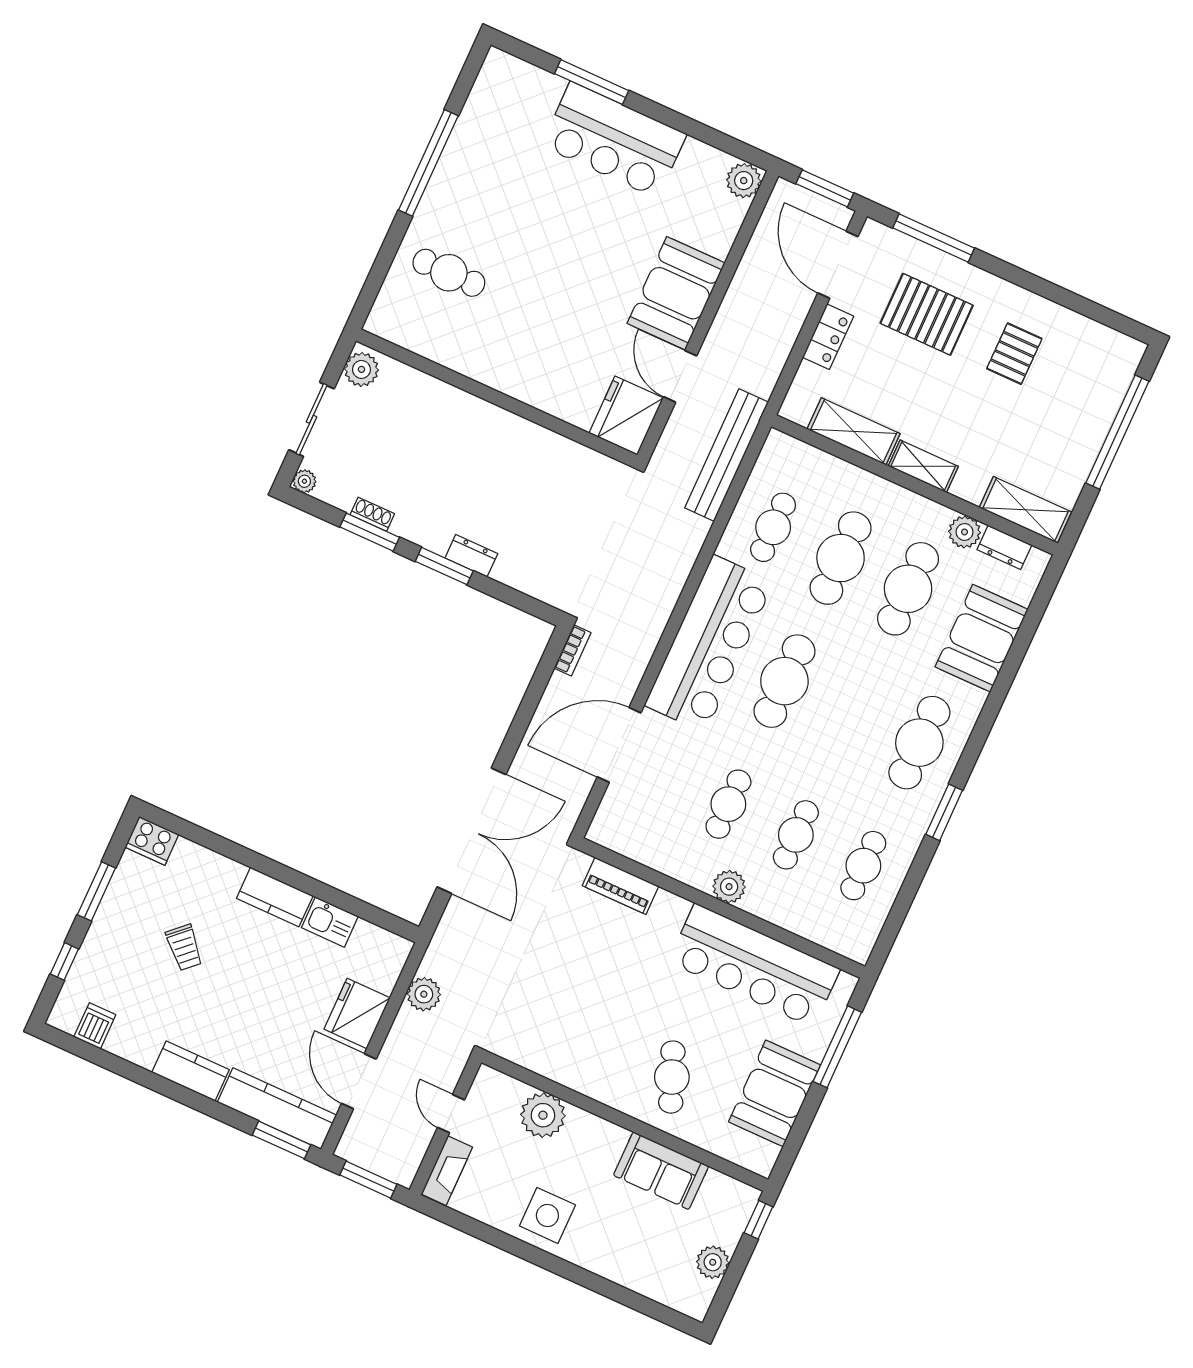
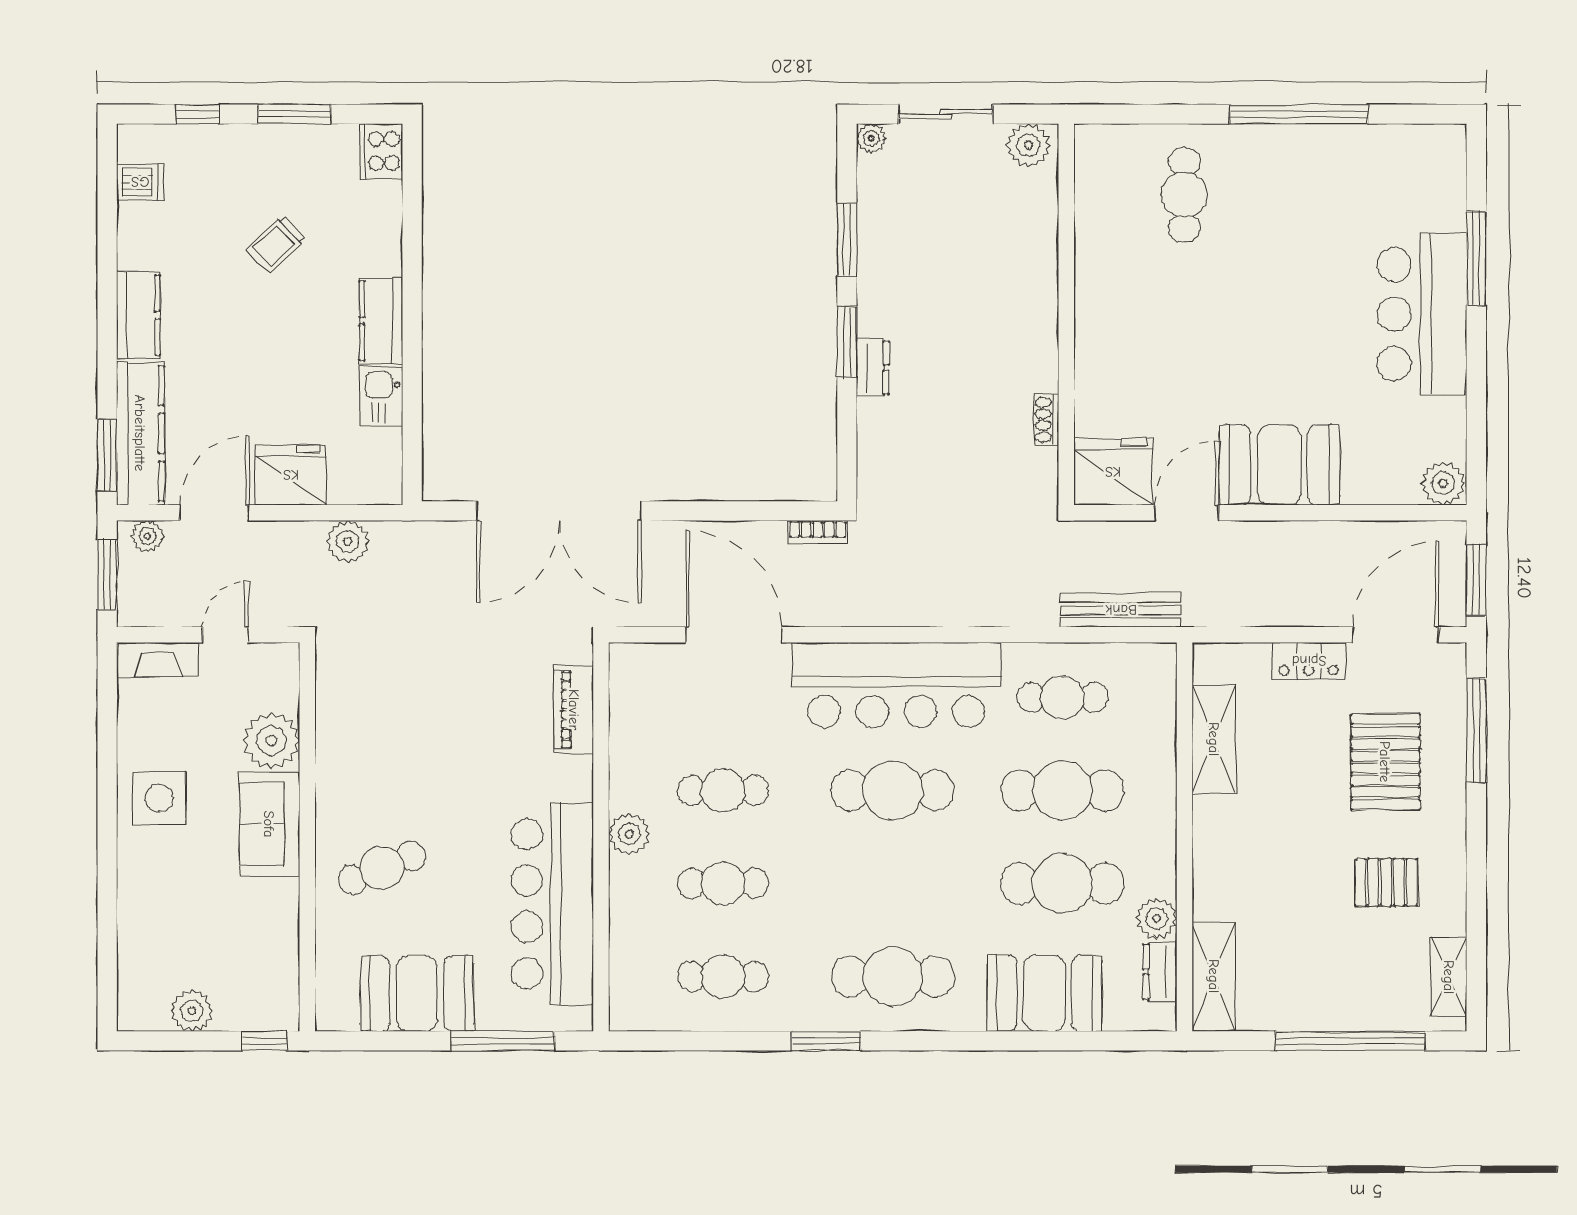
bench: (727, 455) -> (1121, 610), width x0.73, depth x0.82
shelving: (923, 466) -> (1449, 977), moved
shoe rack: (372, 514) -> (1046, 420), moved, turned 180
plant: (354, 1138) -> (147, 536), added
sofa: (661, 1171) -> (269, 824), moved

